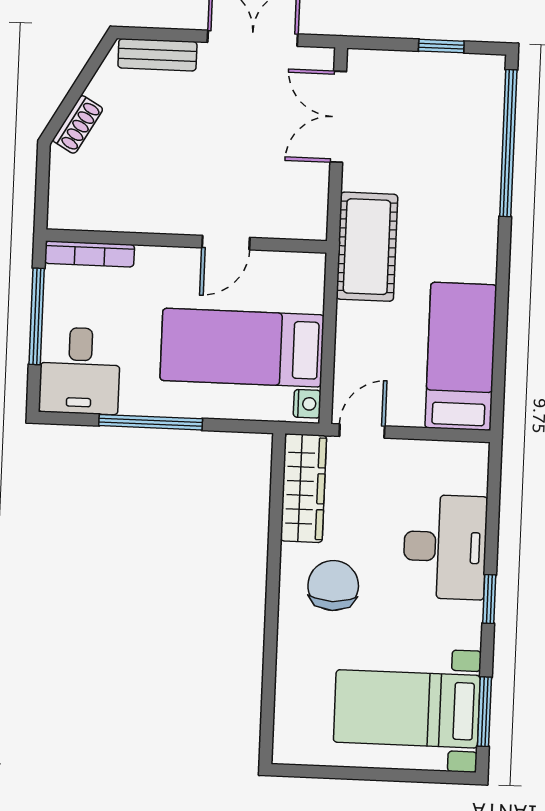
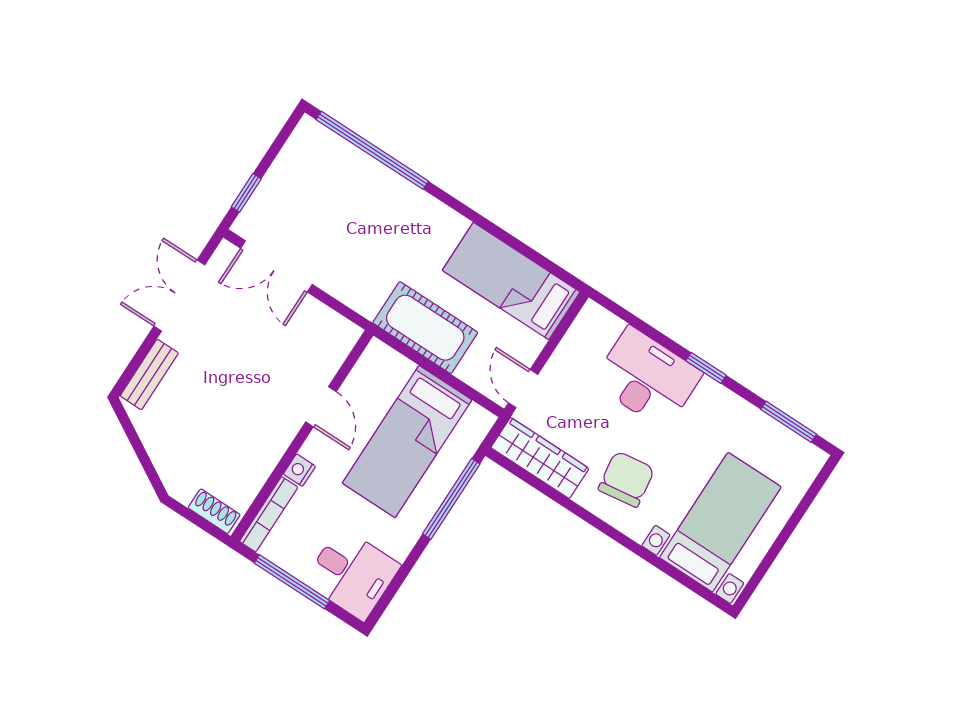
window: (441, 46) -> (246, 193), moved
shoe rack: (78, 124) -> (214, 511), moved, turned -30
cot: (367, 247) -> (425, 328), moved
nightstand: (307, 404) -> (299, 470), moved, turned -90
window: (151, 422) -> (451, 499), moved
chair: (333, 586) -> (626, 479), turned 82
bed with nightstands: (407, 709) -> (720, 522), moved, turned 180

